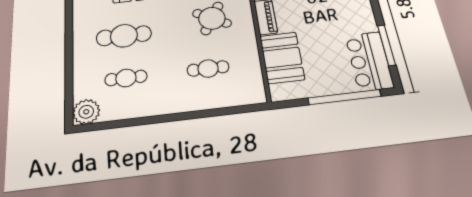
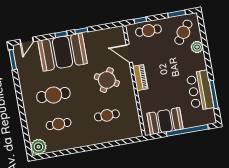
booth: (282, 58) -> (165, 121), moved, turned 90
bar counter: (369, 61) -> (200, 91), moved

